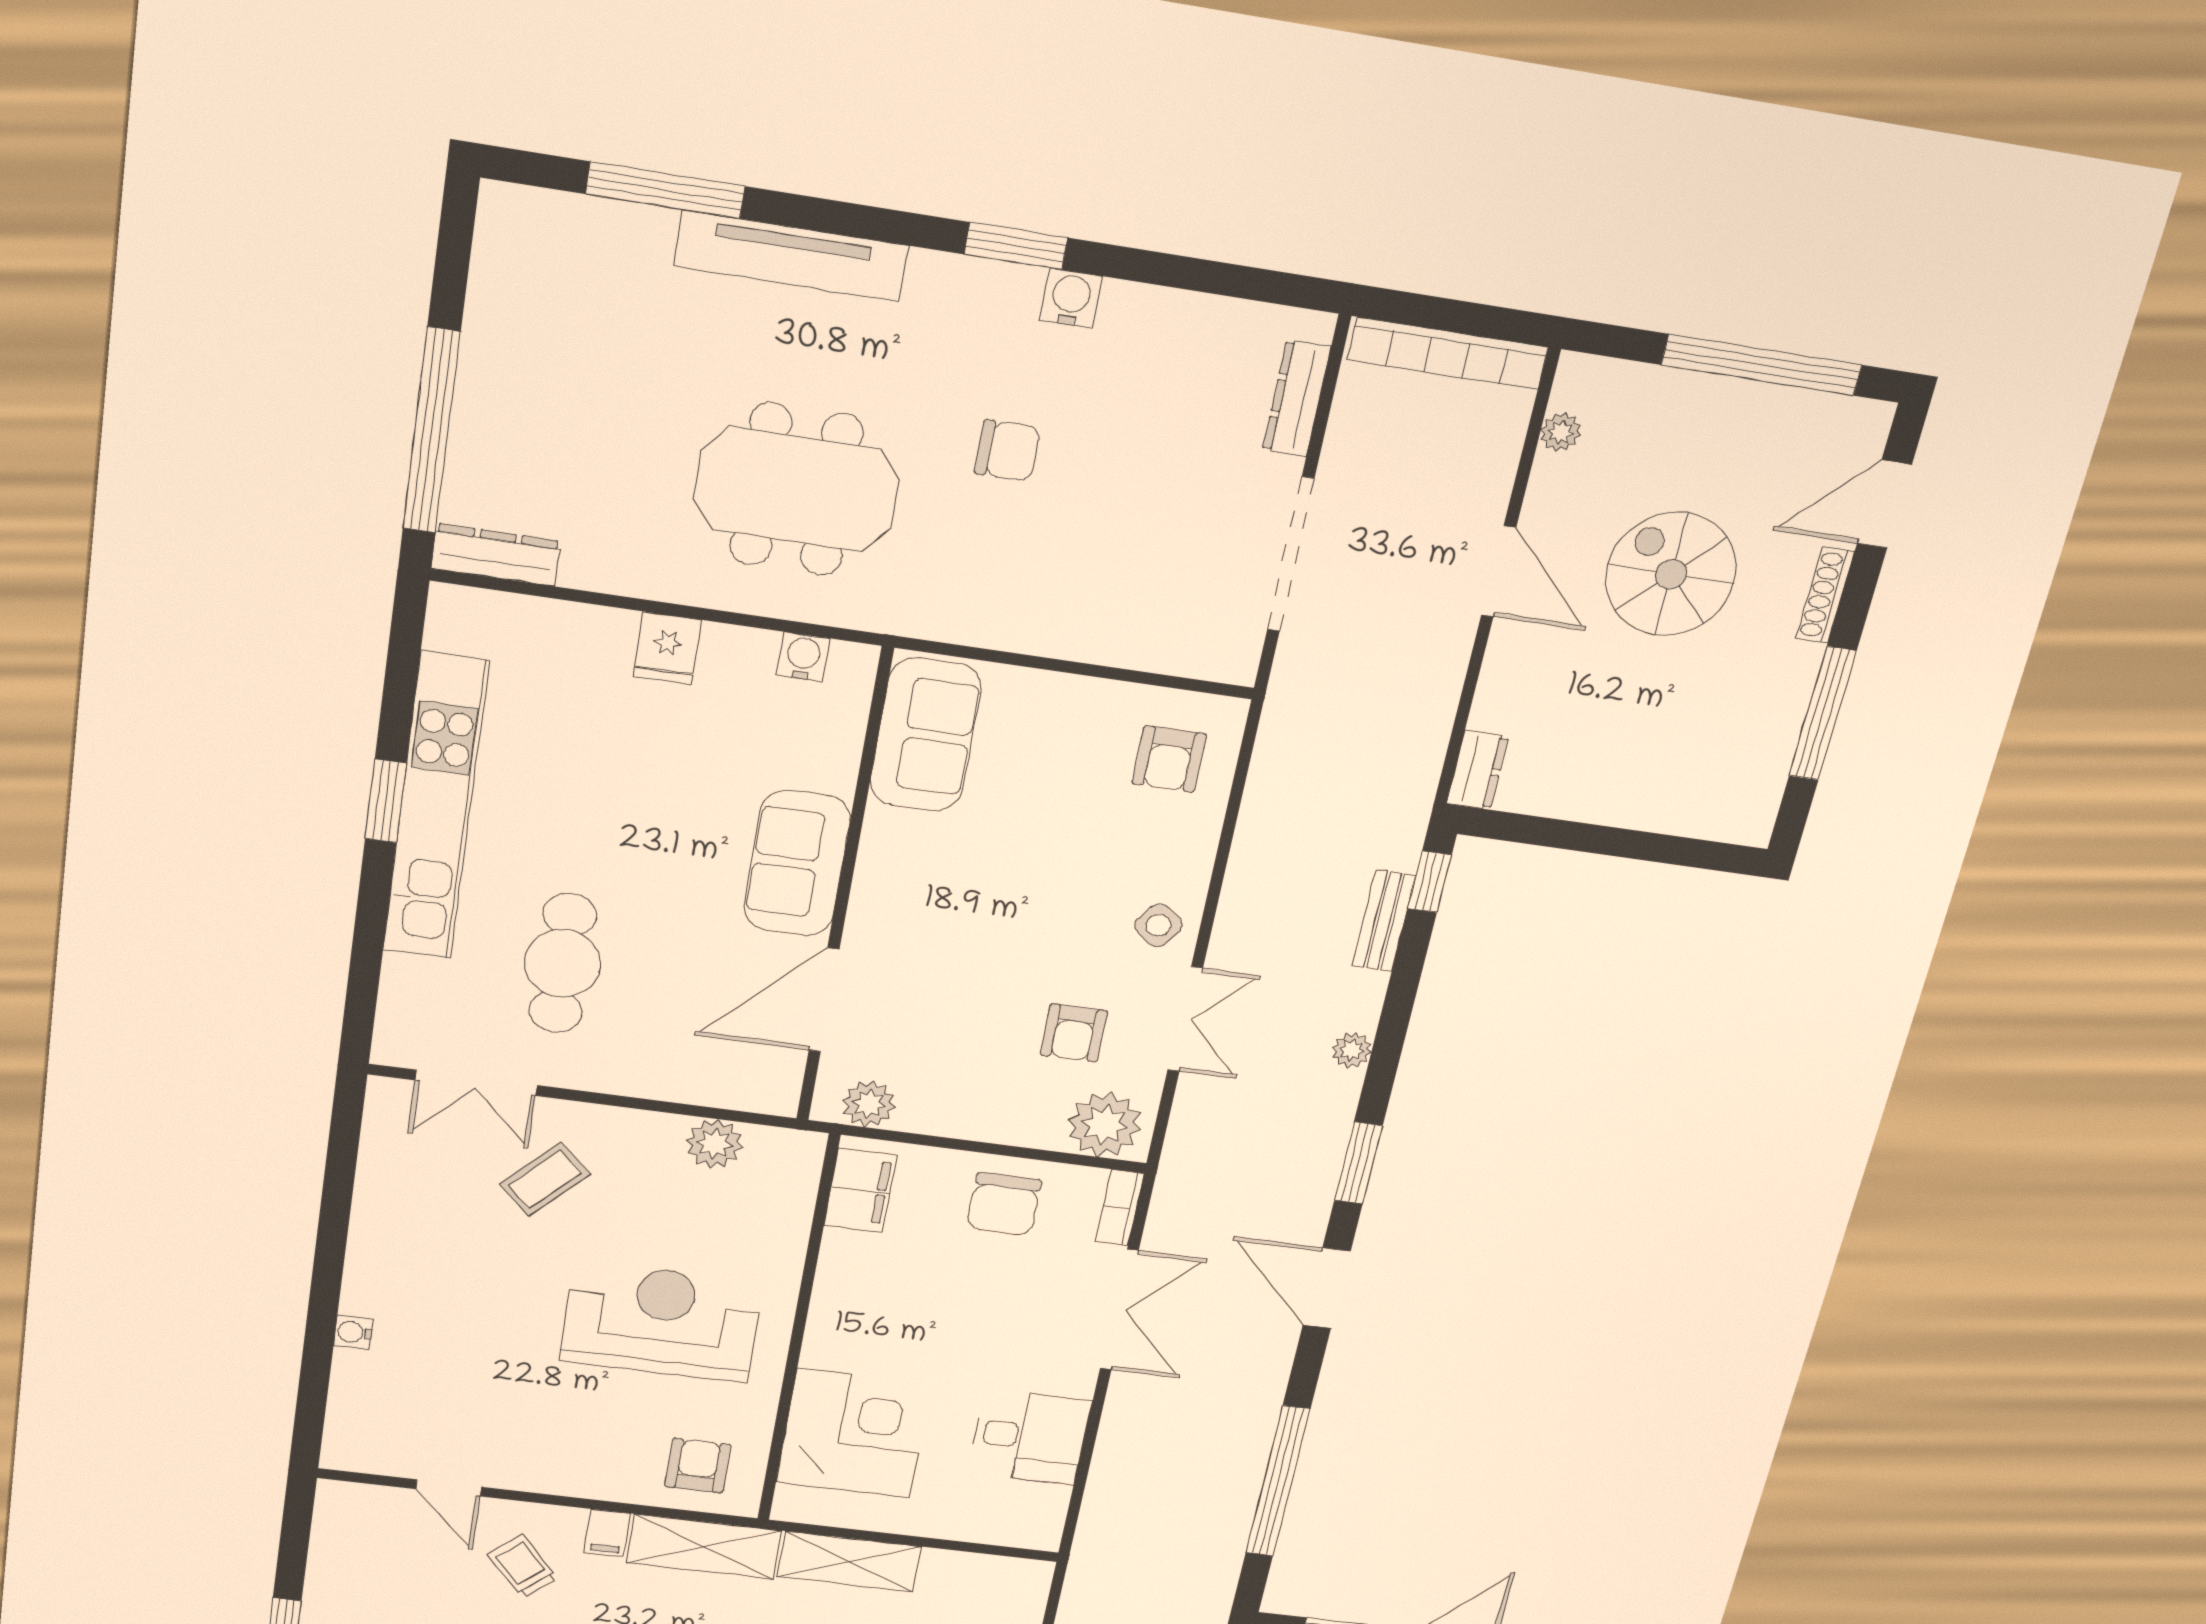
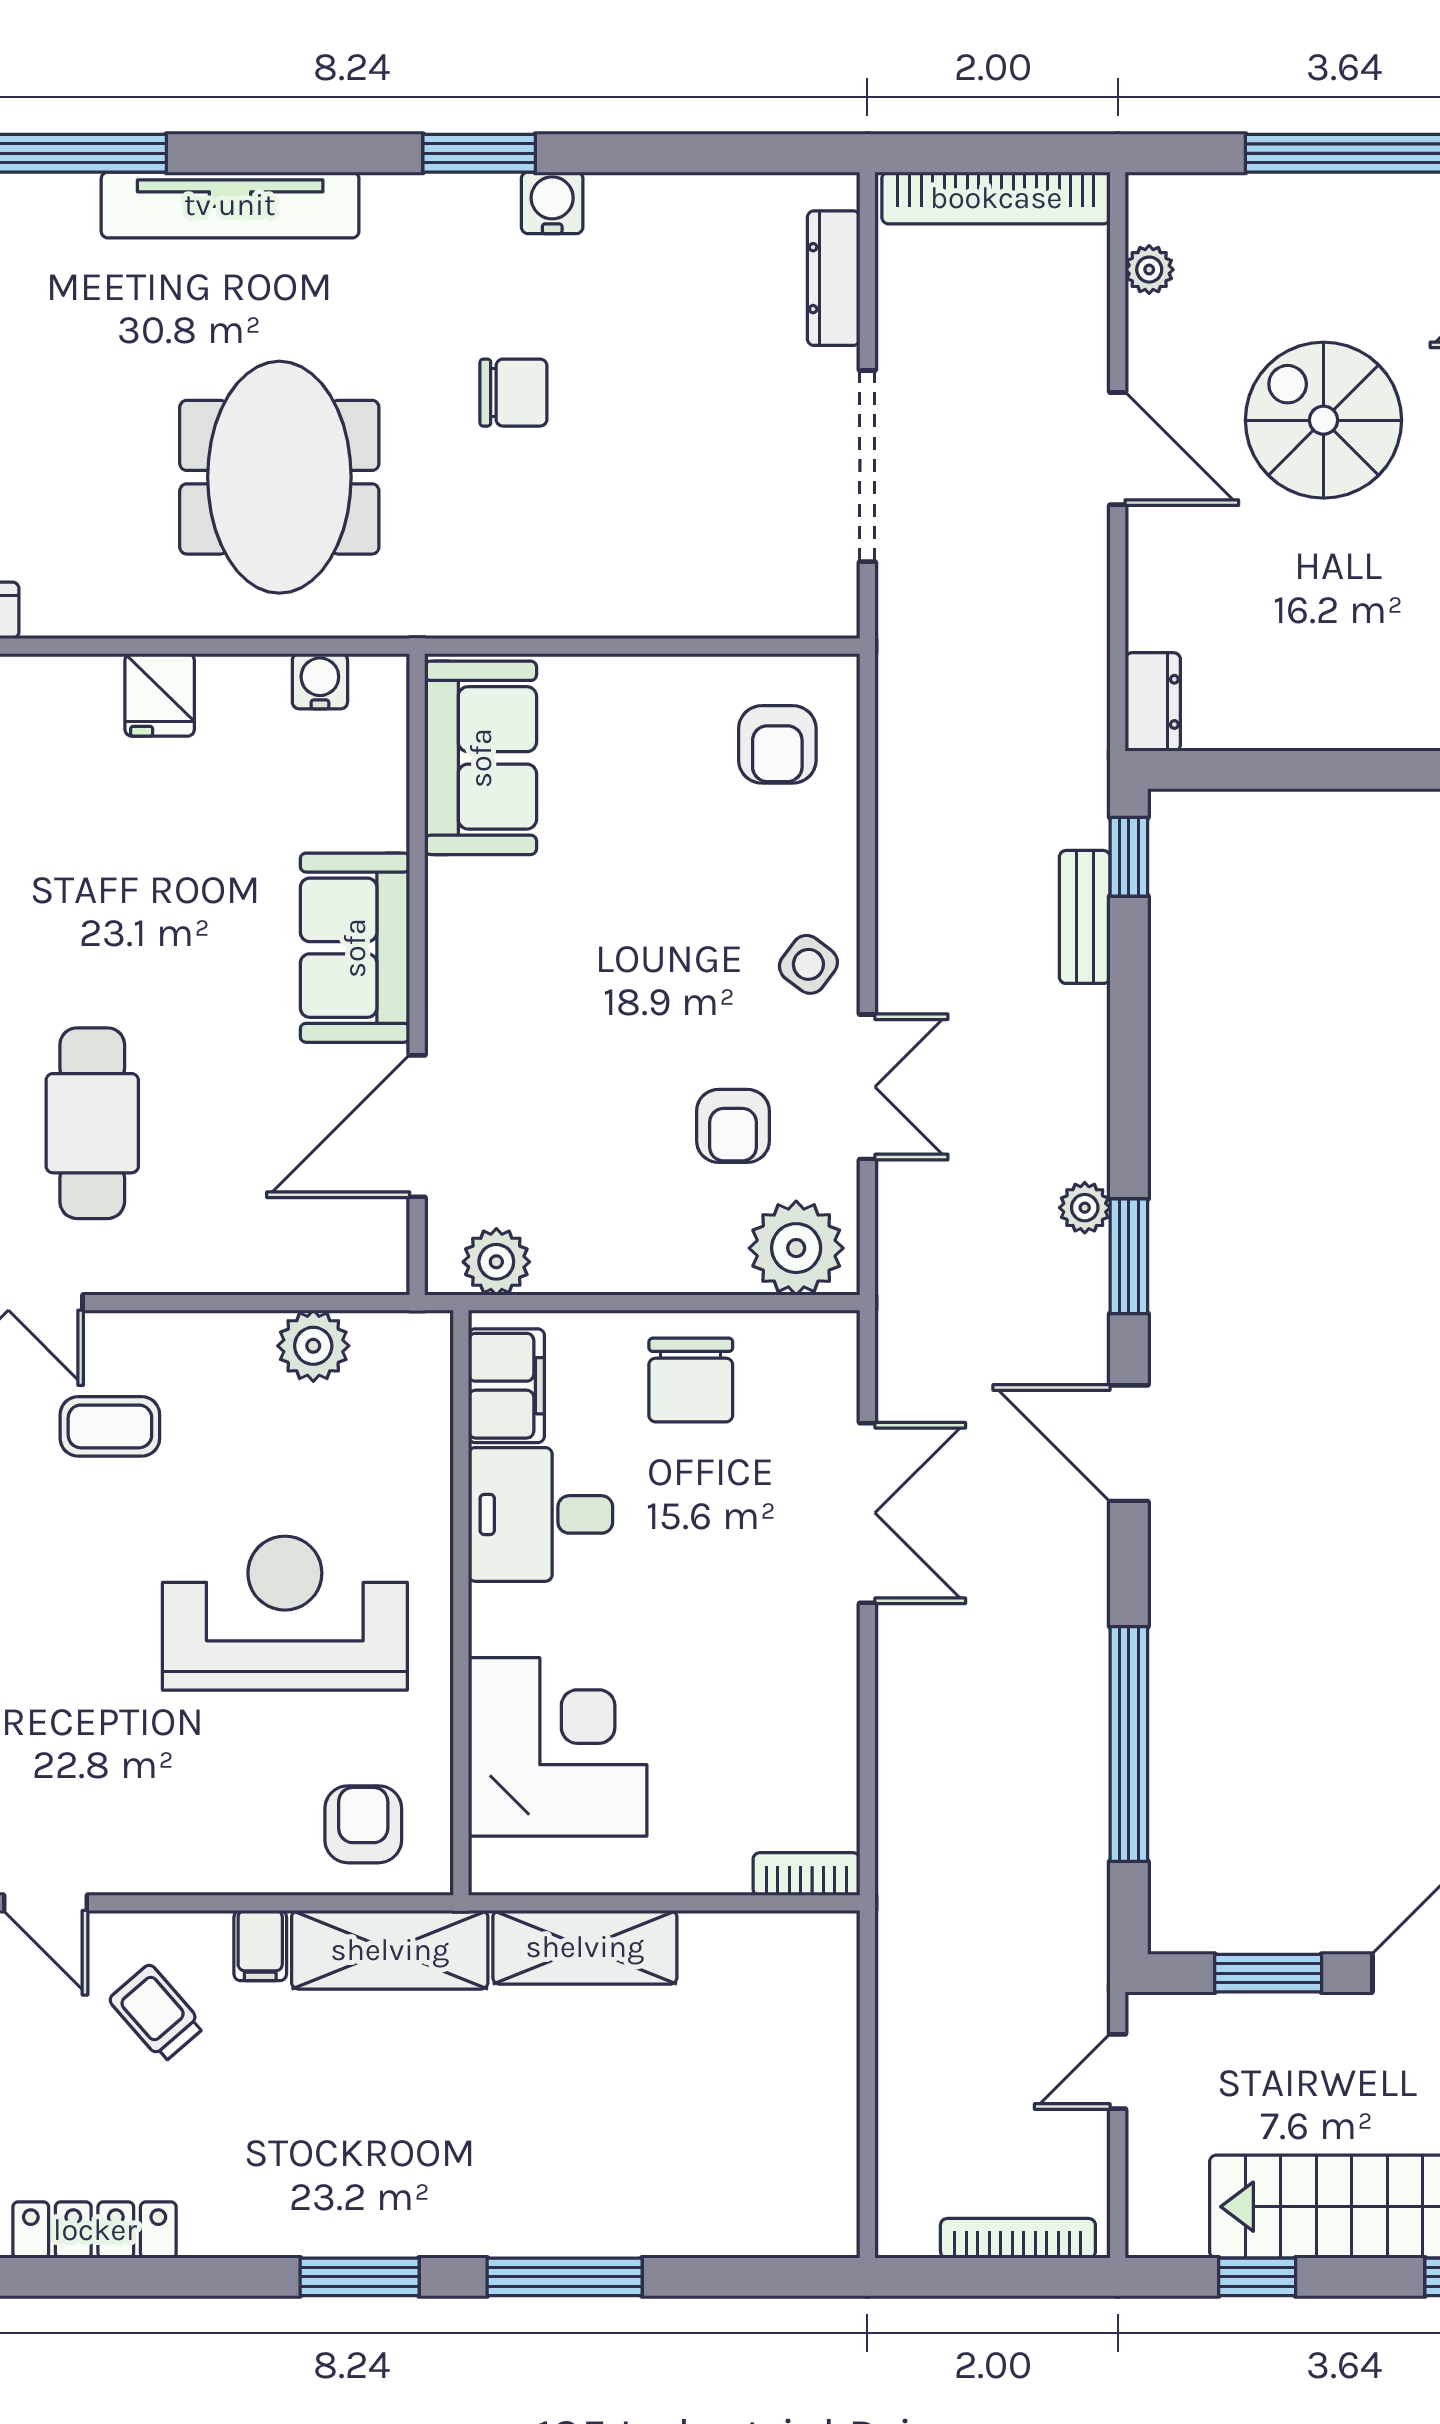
meeting table: (796, 489) -> (279, 477), turned 90
plant: (1352, 1050) -> (1085, 1208), moved
coffee table: (545, 1179) -> (110, 1426), turned 46
bookcase: (1120, 1208) -> (806, 1874), moved, turned 90
desk: (1030, 1437) -> (541, 1514), moved, turned 180

